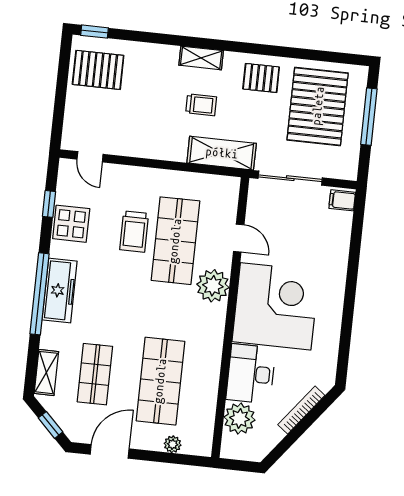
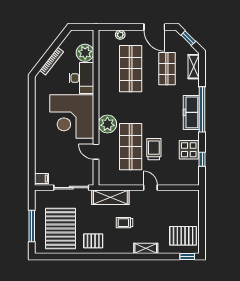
shelving: (201, 58) -> (146, 248), moved
door: (90, 157) -> (150, 188), moved
door: (110, 451) -> (154, 27), hinge flipped

